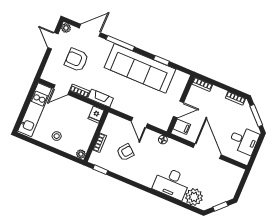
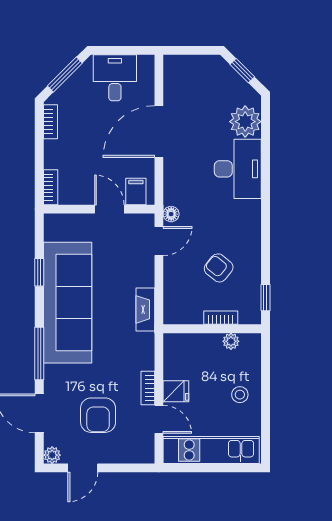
fireplace: (101, 98) -> (145, 309), moved
fridge: (96, 115) -> (176, 391), moved
door: (139, 122) -> (159, 241), moved
plant: (81, 154) -> (231, 341), moved

